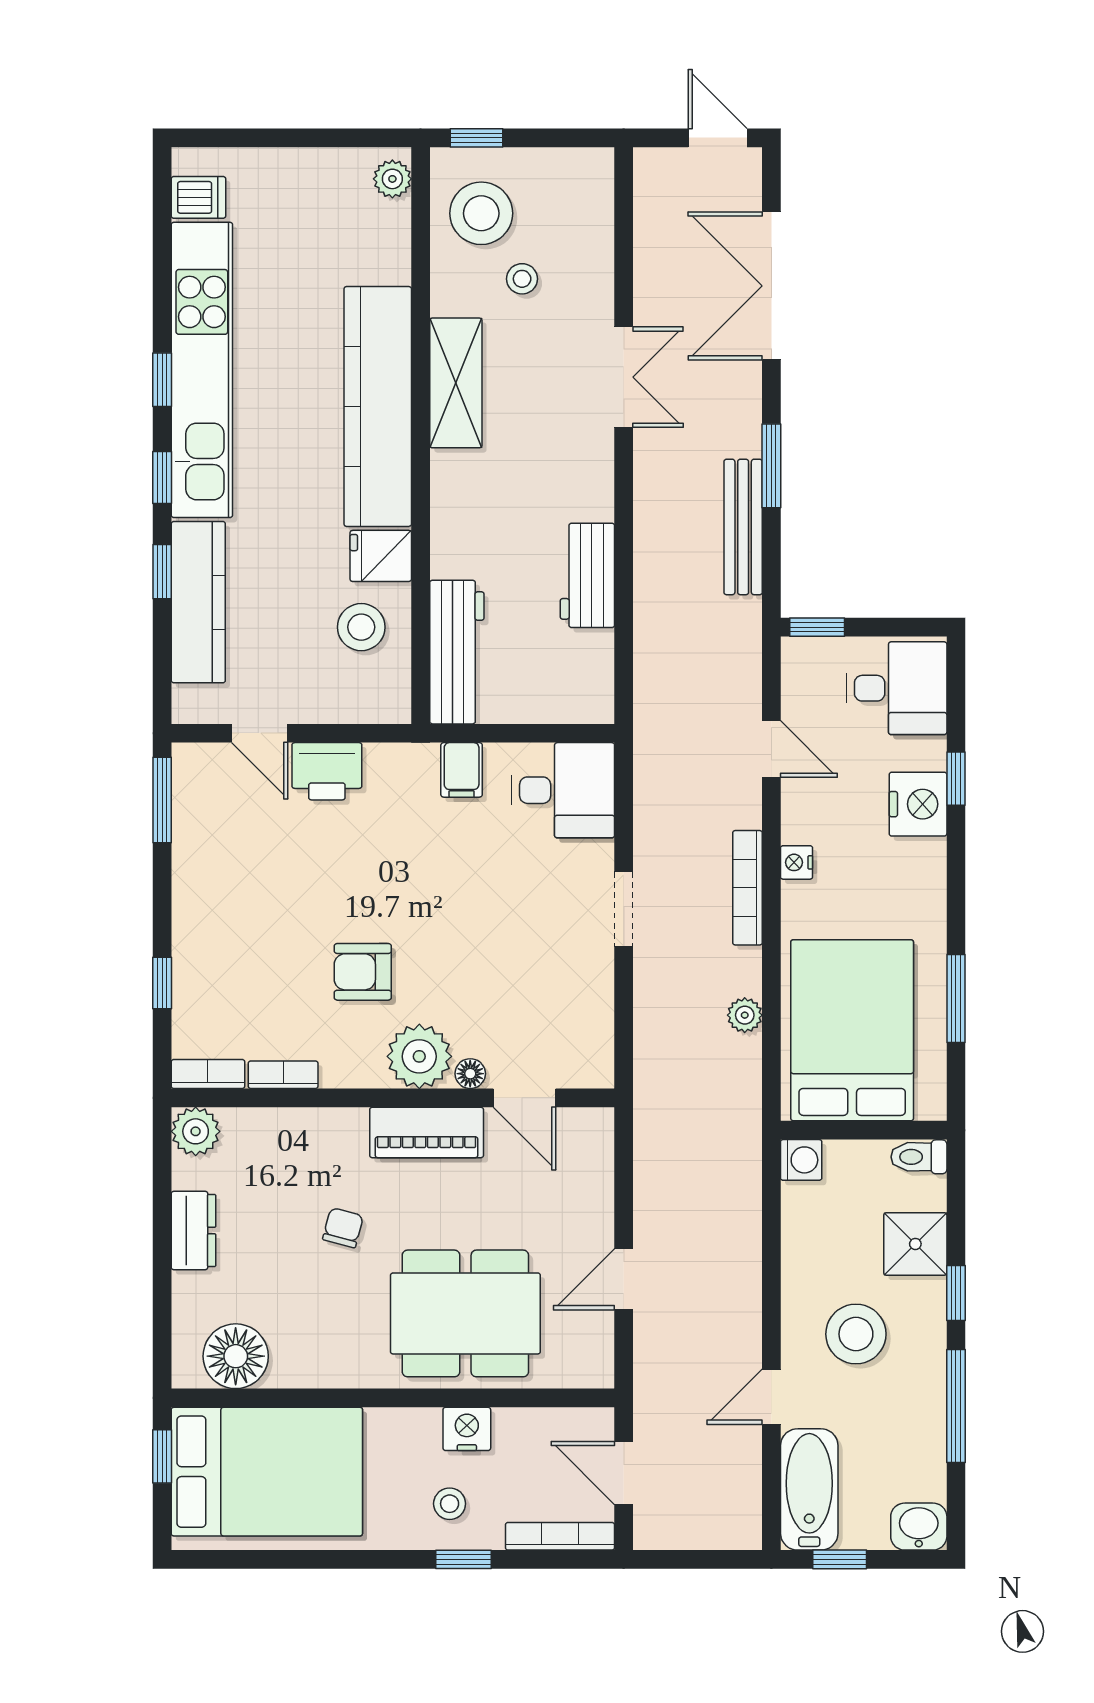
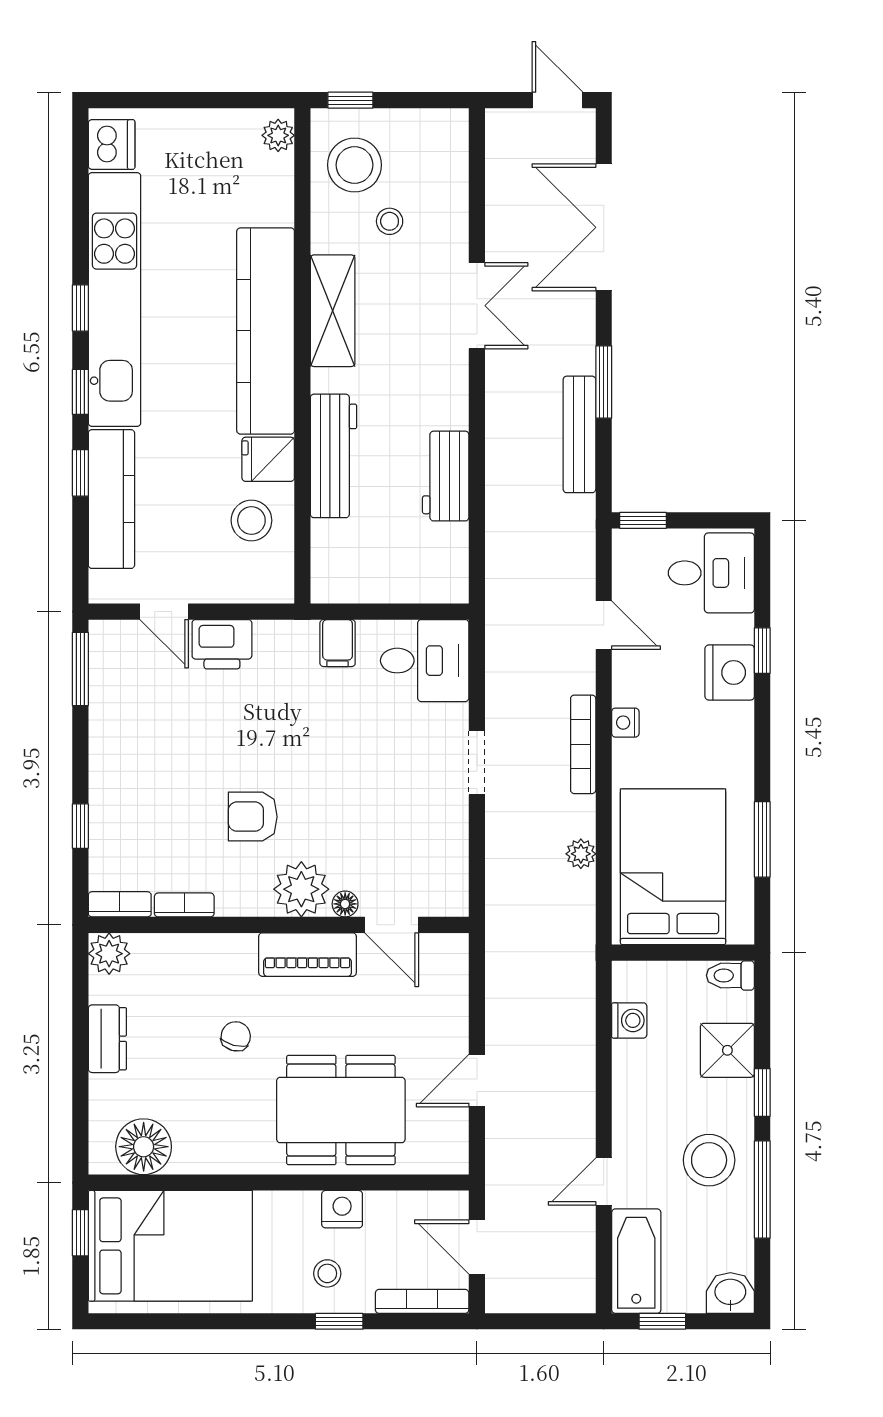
dishwasher: (198, 197) -> (112, 144), width x1.38
workbench: (457, 652) -> (334, 456), moved
washing machine: (801, 1160) -> (629, 1020), moved
stool: (856, 1334) -> (709, 1160), moved

